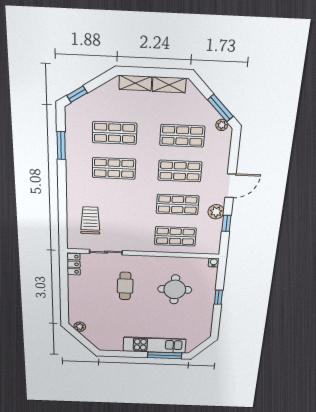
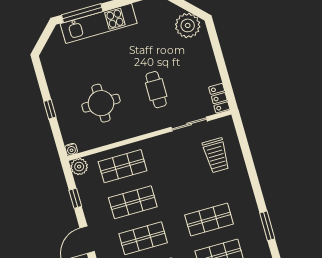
plant: (216, 212) -> (79, 167), moved
plant: (80, 327) -> (188, 25), width x1.88, depth x1.88

